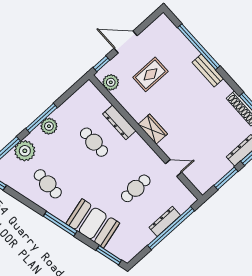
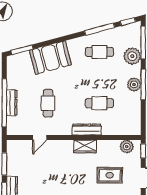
rug: (150, 74) -> (110, 175), turned 90
dresser: (119, 122) -> (87, 130), moved
wardrobe: (153, 129) -> (85, 146), moved
window: (60, 224) -> (100, 29), moved

